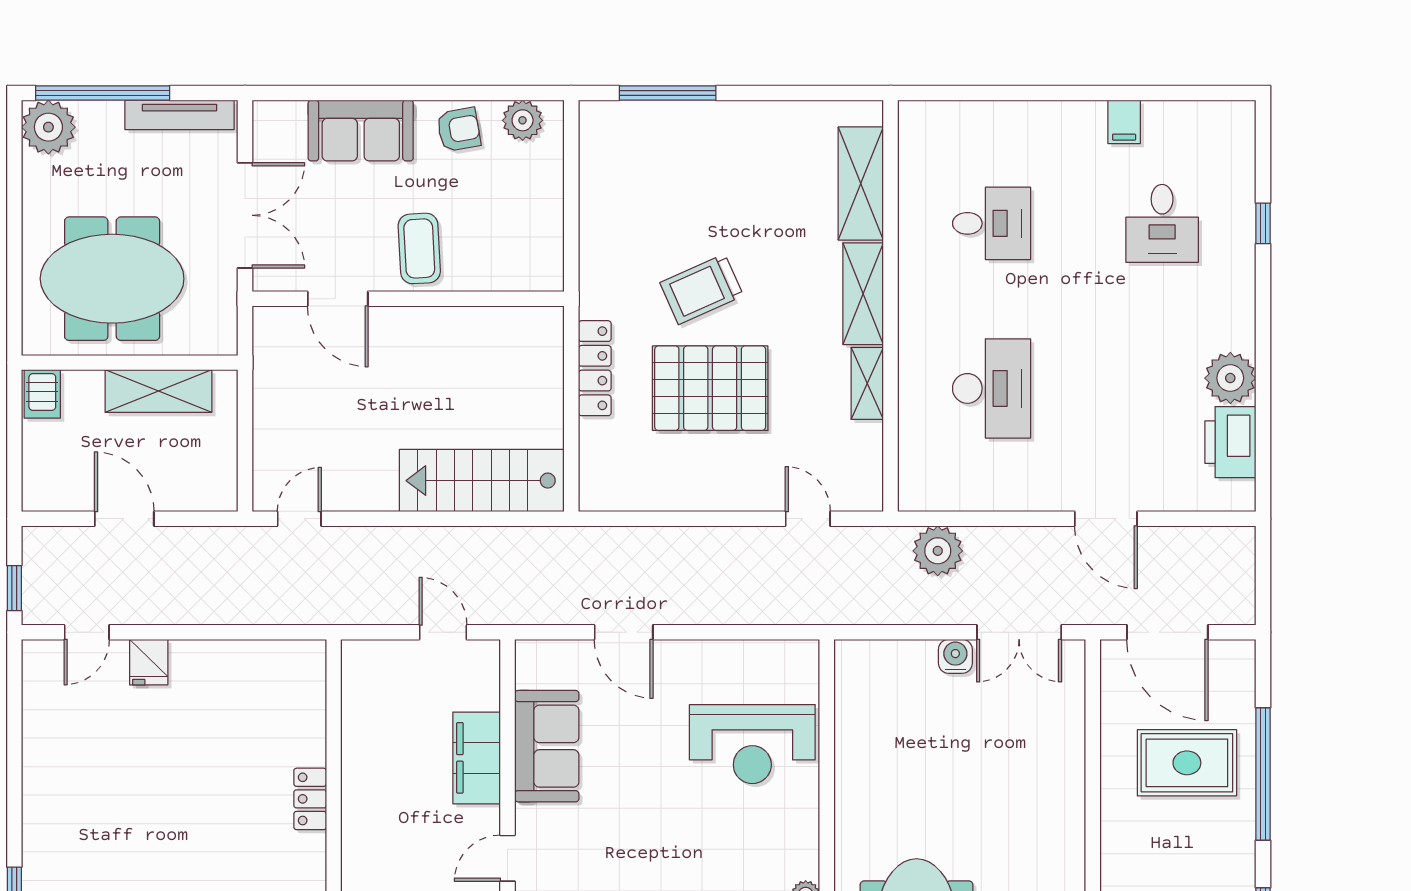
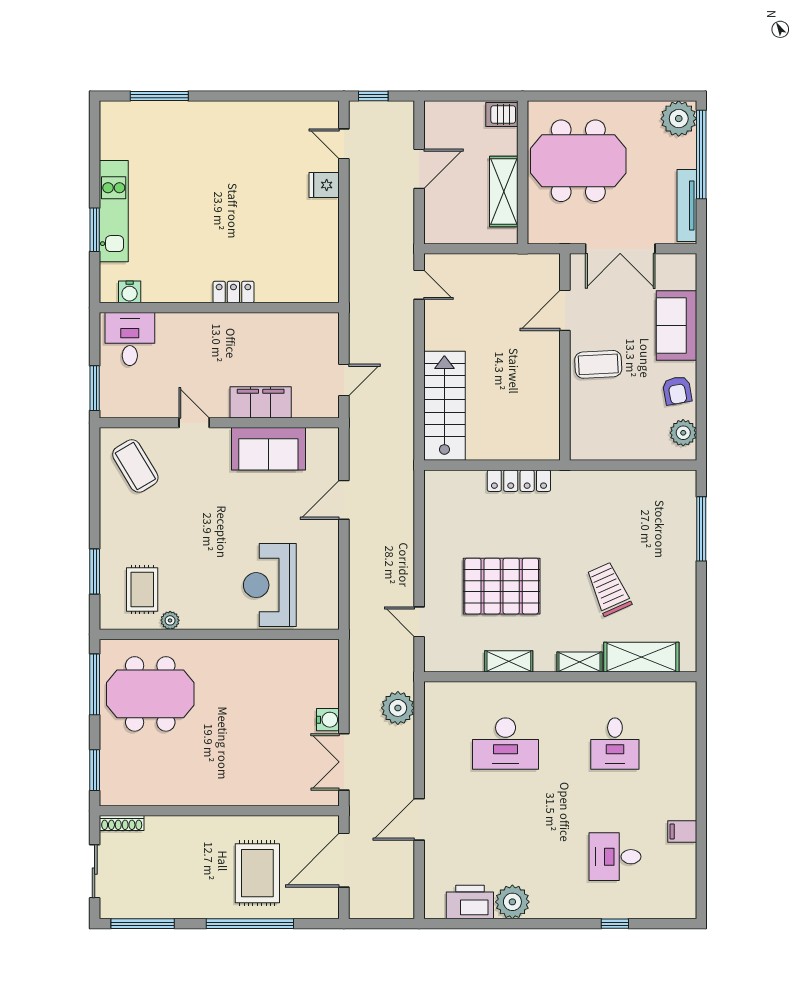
meeting table: (112, 279) -> (578, 161), turned 90
trolley: (702, 289) -> (609, 589), moved
shelving: (863, 294) -> (580, 662), width x0.67, depth x0.75
pallet: (710, 388) -> (502, 586), moved, turned 90
door: (808, 519) -> (419, 622), swing flipped

